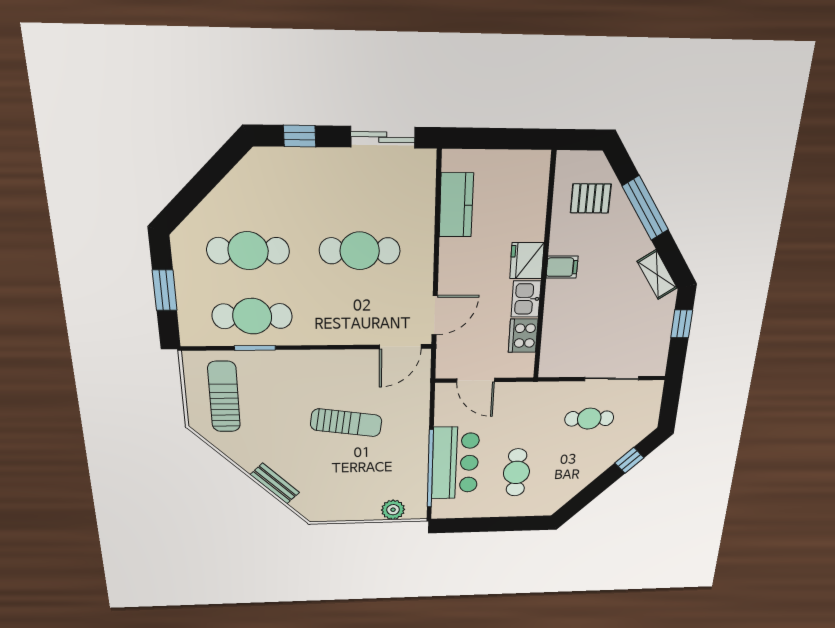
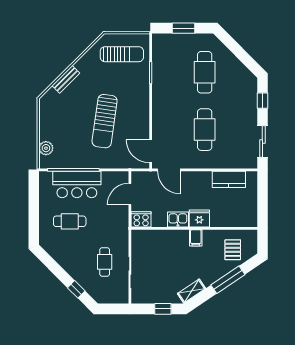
cafe table: (252, 316) -> (169, 72), removed
cooker: (523, 336) -> (141, 219), moved
sun lounger: (346, 423) -> (105, 121), width x1.36, depth x1.34

